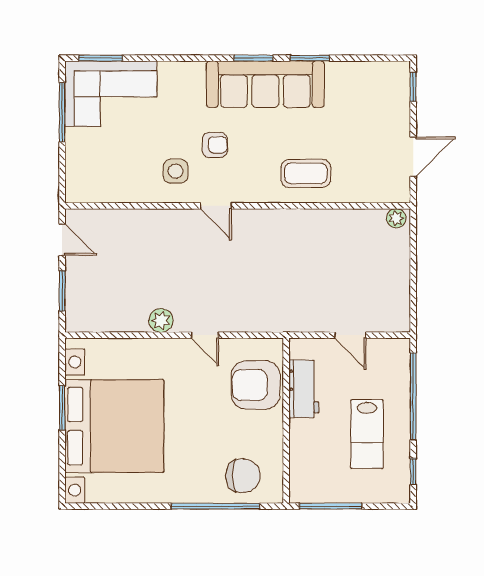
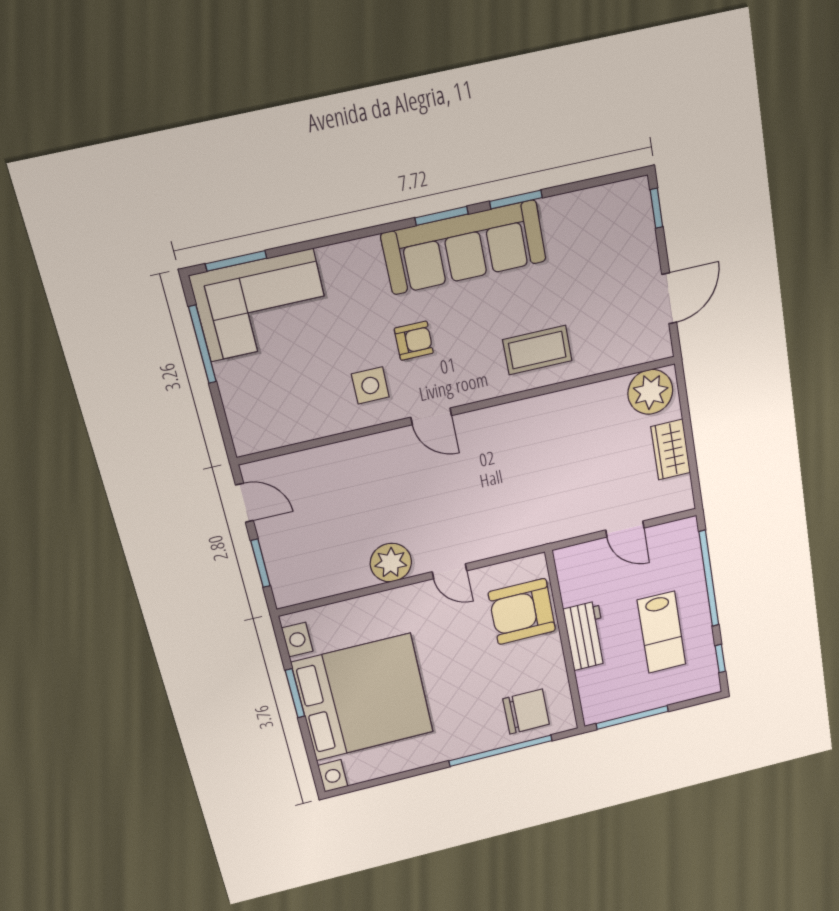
plant: (396, 218) -> (650, 392), width x1.87, depth x1.87
wardrobe: (397, 278) -> (671, 450), added
plant: (161, 320) -> (391, 563), width x1.36, depth x1.36
workbench: (304, 389) -> (586, 636), moved

